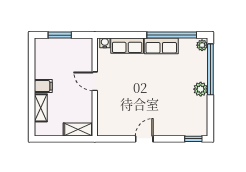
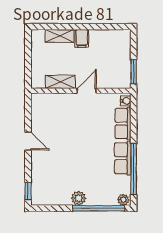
window: (60, 35) -> (134, 72), moved
shelving: (78, 130) -> (60, 82), moved, turned 90

